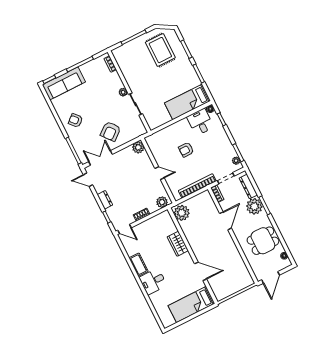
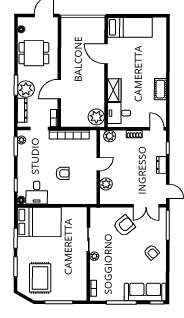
bed: (187, 102) -> (39, 222), width x1.50
plant: (138, 147) -> (106, 184), moved
door: (160, 173) -> (98, 164), swing flipped
desk: (153, 281) -> (119, 113), moved, turned 180

